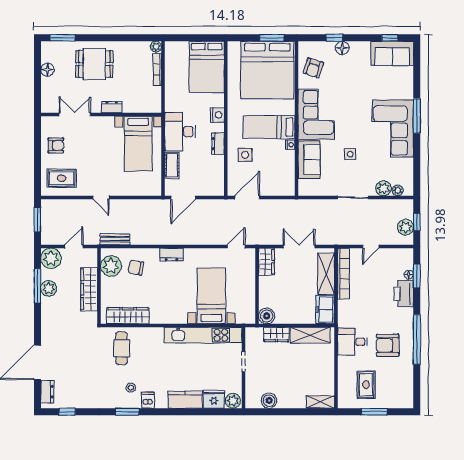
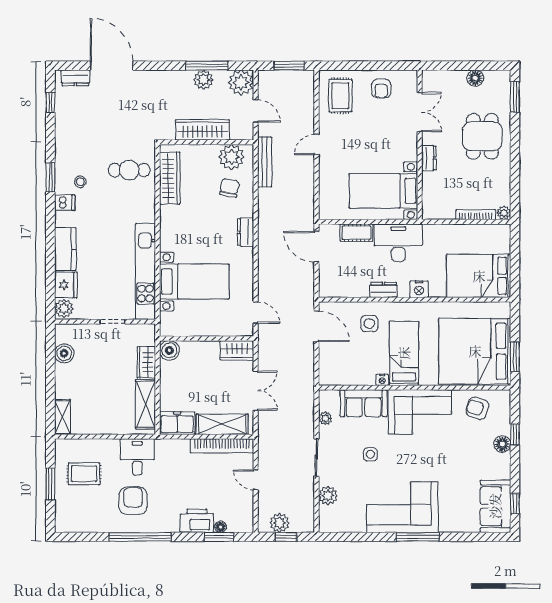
plant: (398, 190) -> (325, 418), moved
bench: (115, 239) -> (265, 162), width x1.36

